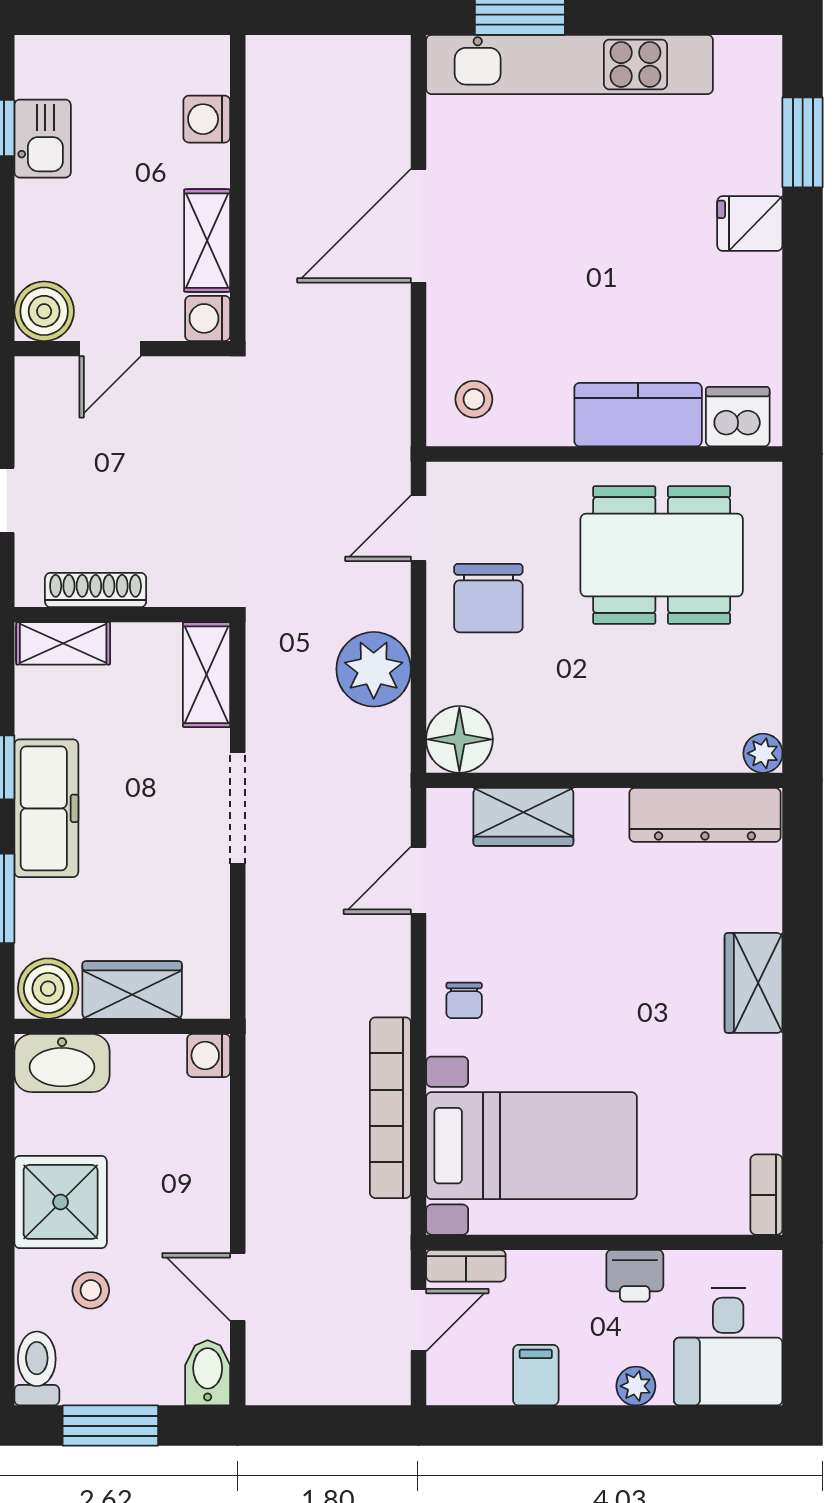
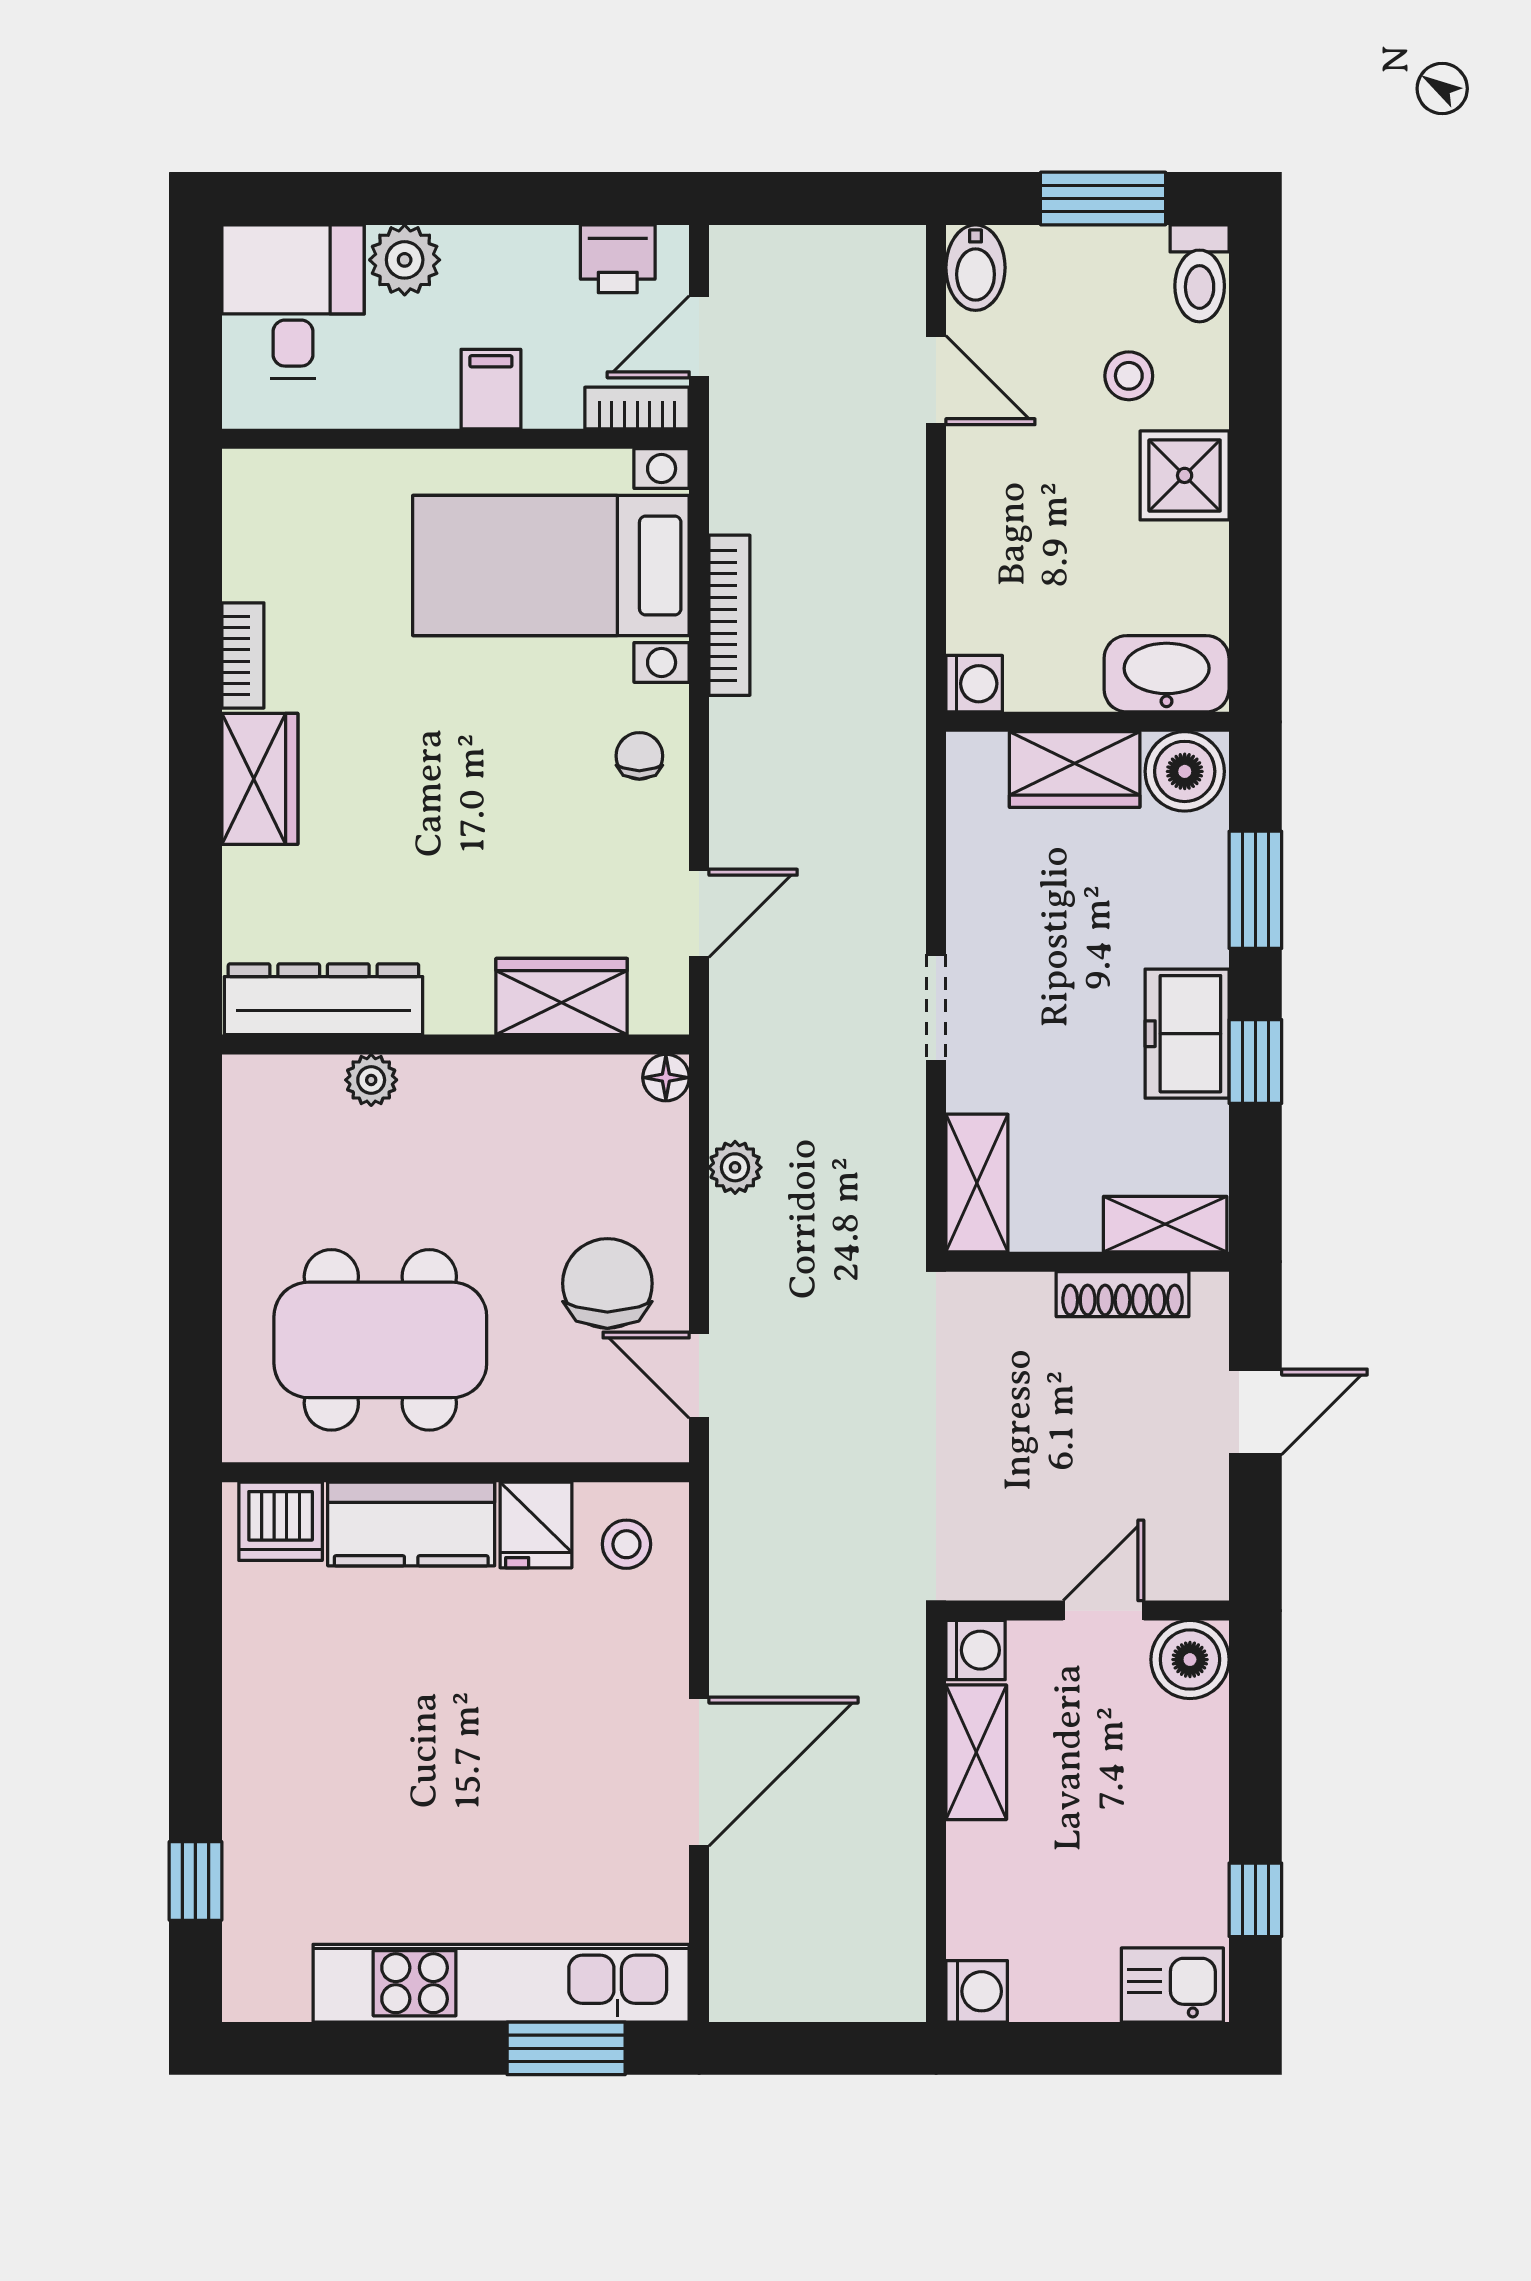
washing machine: (207, 119) -> (977, 1991), moved
kitchen sink: (43, 139) -> (1172, 1985), moved, turned 90
window: (803, 142) -> (195, 1881), width x0.67
fridge: (750, 224) -> (536, 1525), moved, turned 90
door: (418, 528) -> (699, 1375), swing flipped
plant: (374, 669) -> (735, 1167), width x0.53, depth x0.53
floor lamp: (459, 739) -> (666, 1078), width x0.53, depth x0.53
plant: (763, 753) -> (371, 1080), moved
freezer: (46, 808) -> (1187, 1034), width x0.71
doorway: (238, 808) -> (936, 1008), width x0.73
bookcase: (390, 1108) -> (729, 615), width x0.68, depth x0.76
bookcase: (766, 1195) -> (243, 655), moved
shower: (61, 1202) -> (1185, 475), width x0.73, depth x0.73
printer: (635, 1276) -> (618, 259), moved, turned 180
filing cabinet: (536, 1375) -> (491, 389), moved, turned 180
plant: (636, 1386) -> (405, 260), width x1.38, depth x1.38

